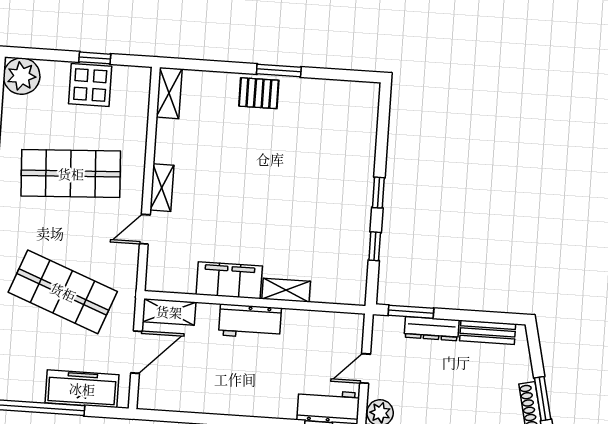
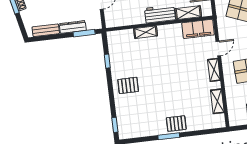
shelving: (169, 93) -> (217, 101), moved
pallet: (342, 189) -> (128, 85), added
window: (378, 193) -> (115, 125), moved
filing cabinet: (229, 280) -> (198, 29), moved
shelving: (169, 312) -> (188, 13), moved

